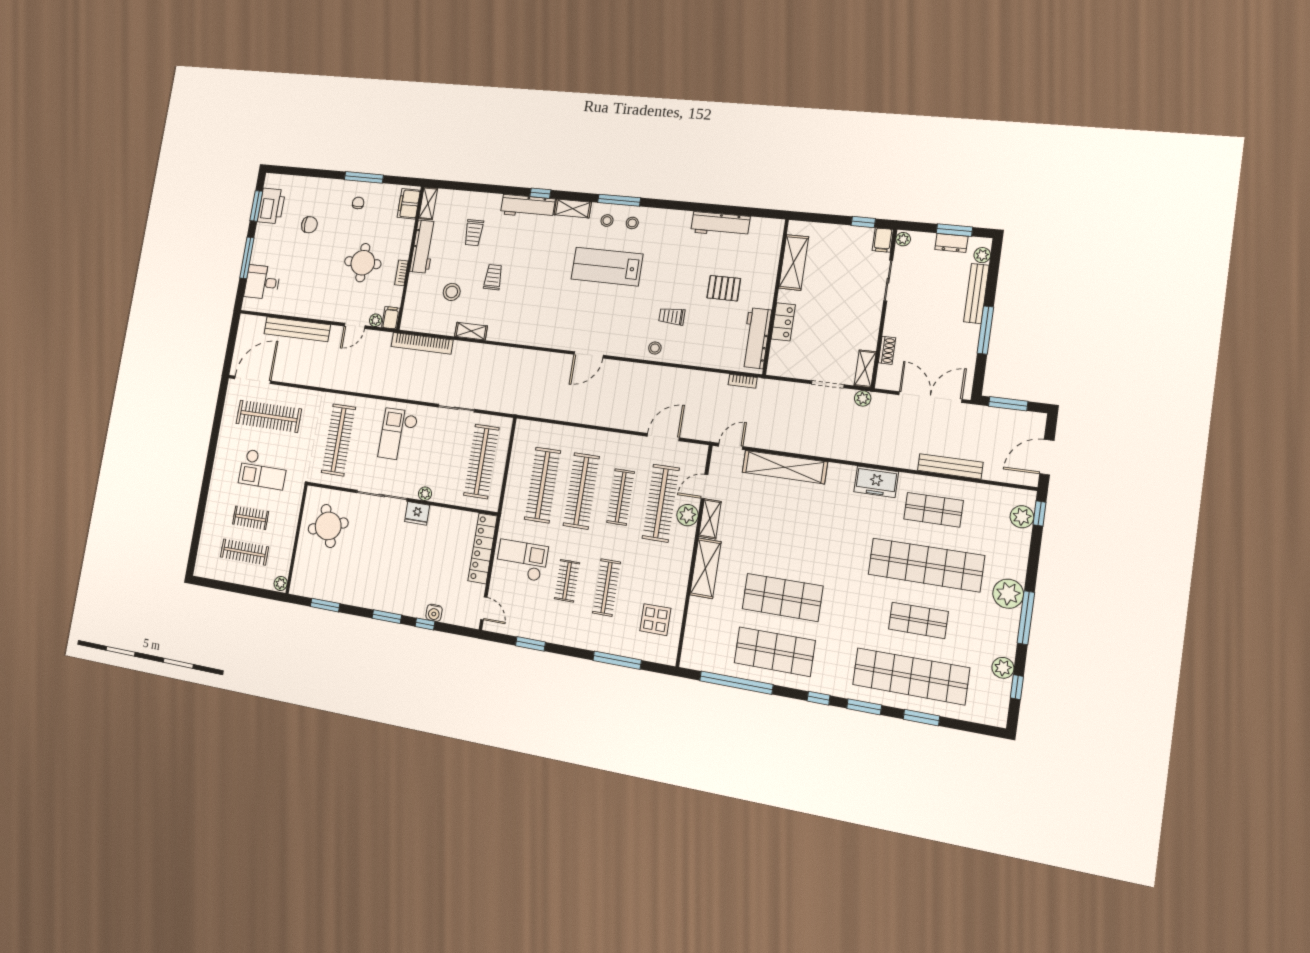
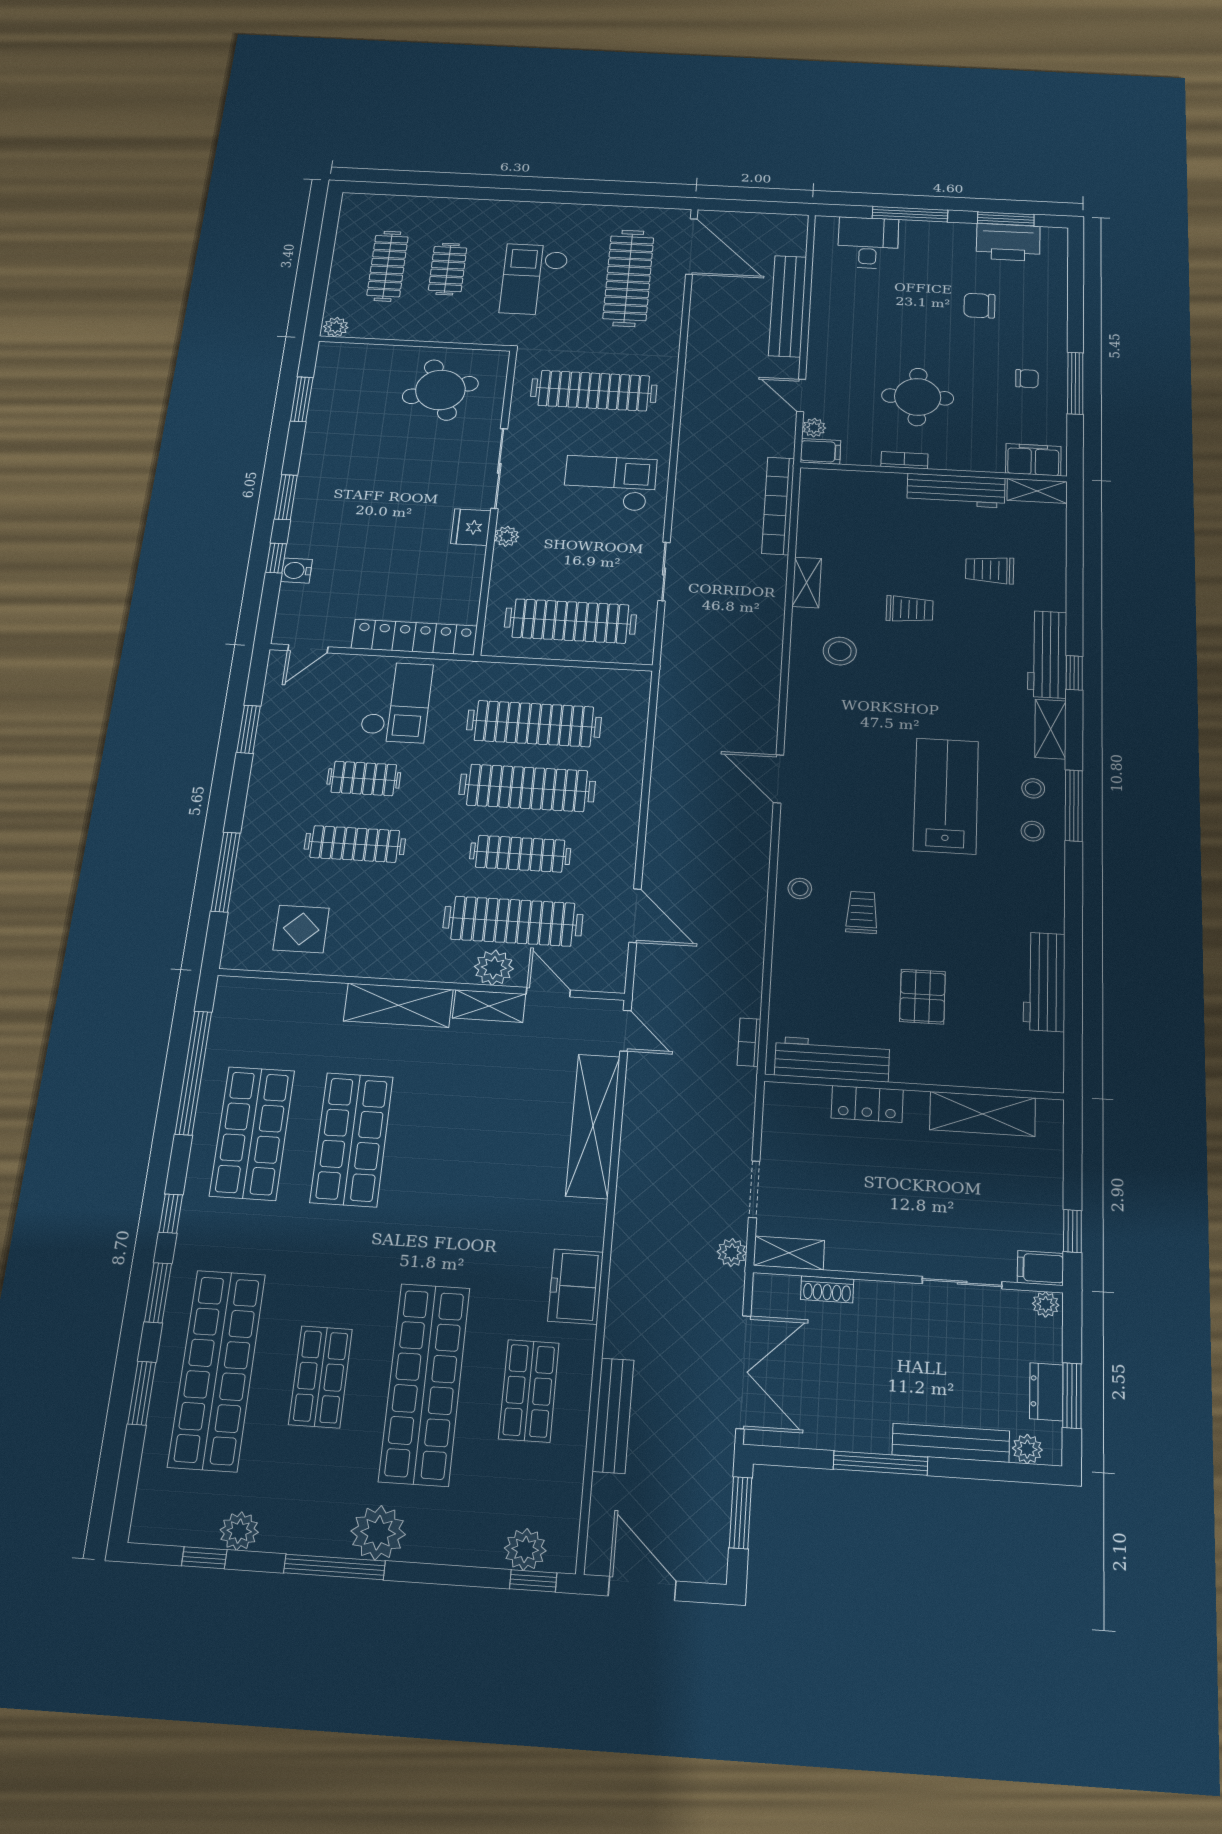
chair: (309, 225) -> (979, 306), turned 90
stool: (452, 292) -> (840, 651), moved

